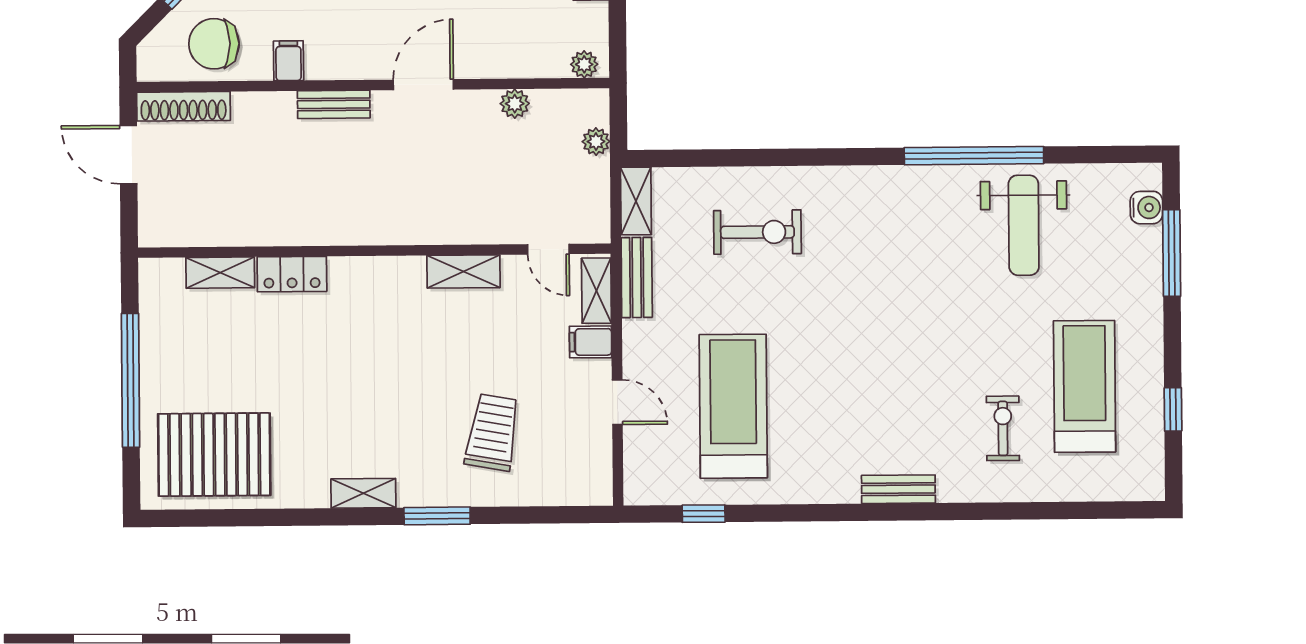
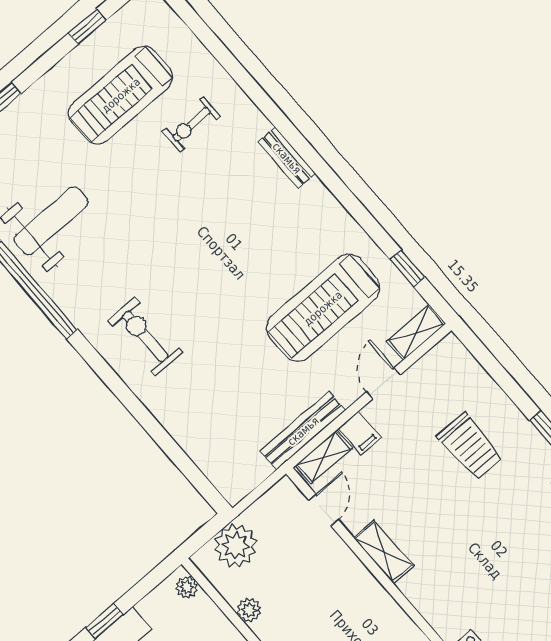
plant: (596, 142) -> (236, 546), width x1.88, depth x1.88
shelving: (636, 201) -> (416, 332), moved
exercise bike: (757, 232) -> (145, 337), moved
bench: (637, 277) -> (303, 431), width x1.36
trolley: (493, 432) -> (470, 446), turned -100

